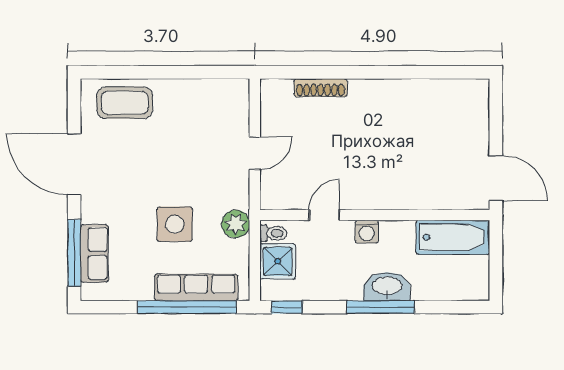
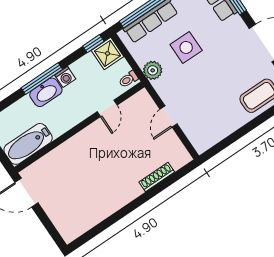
washing machine: (367, 232) -> (65, 77), moved, turned 180
shower: (278, 261) -> (108, 53), moved

